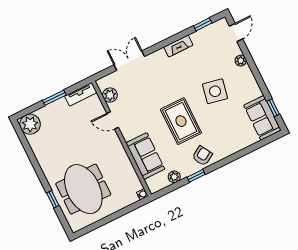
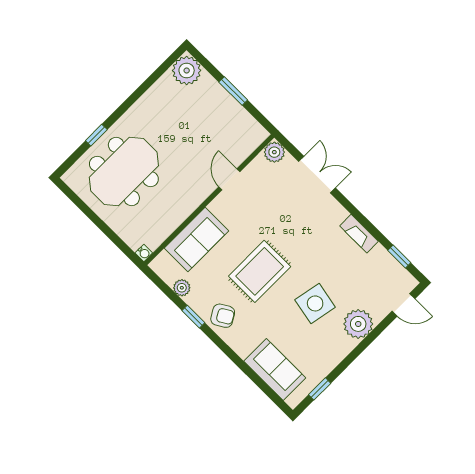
plant: (241, 61) -> (358, 324), width x1.88, depth x1.88
tv unit: (81, 94) -> (250, 125), removed
plant: (110, 95) -> (274, 152), moved
sofa: (262, 118) -> (275, 369), moved, turned 90

